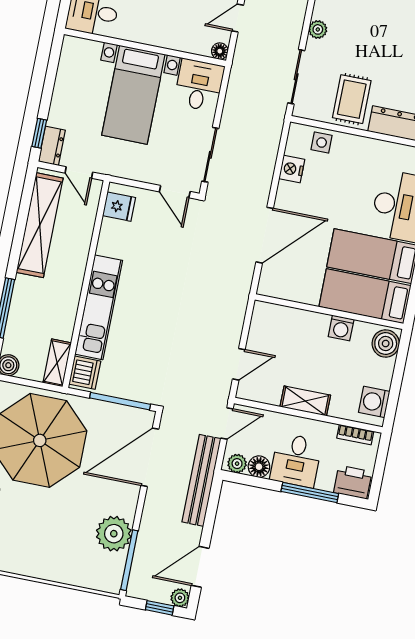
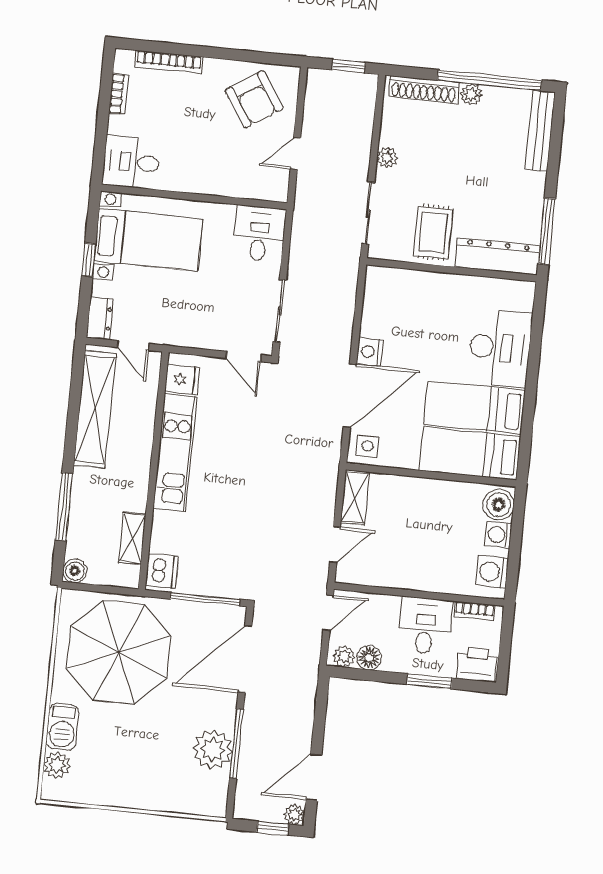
floor lamp: (220, 51) -> (279, 193), removed
bed with nightstands: (133, 95) -> (148, 240), moved, turned -90
window: (39, 133) -> (89, 260), moved
side table: (322, 143) -> (368, 446), moved
nightstand: (292, 169) -> (370, 352), moved
kitchen unit: (99, 307) -> (175, 453), moved
washing machine: (341, 328) -> (499, 535), moved, turned 90
shelving: (57, 363) -> (132, 538), moved
shelving: (305, 401) -> (355, 497), moved, turned 90
desk: (296, 460) -> (425, 626), moved, turned 180
bench: (201, 480) -> (306, 680), removed
window: (310, 492) -> (429, 681), width x0.69
window: (129, 560) -> (236, 743), moved

